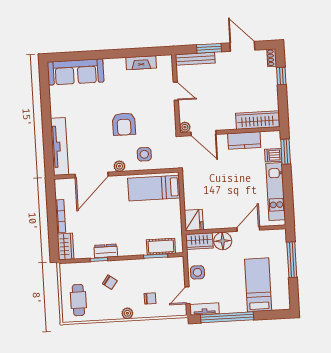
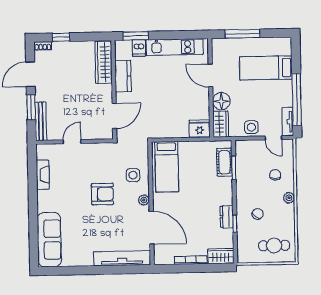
plant: (185, 127) -> (108, 134), removed

